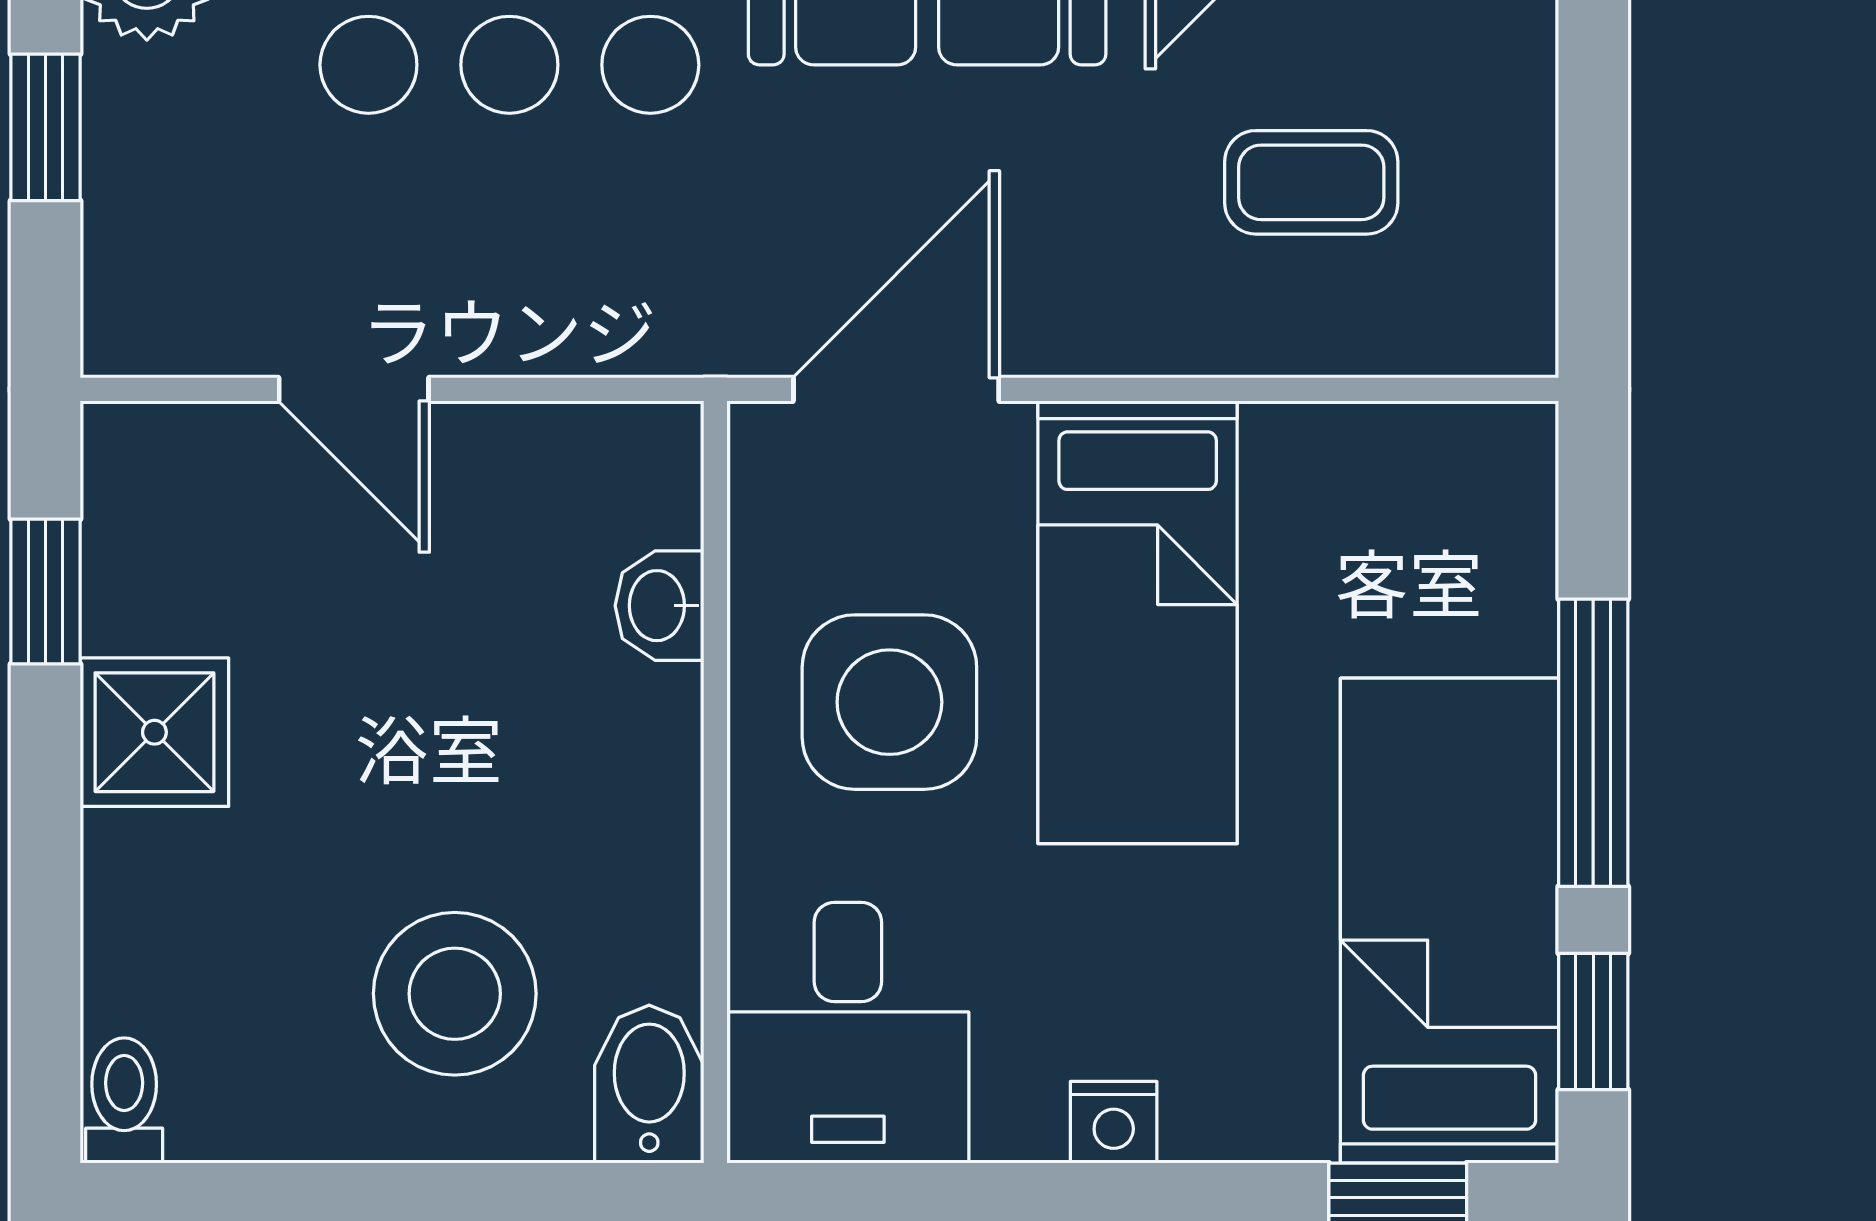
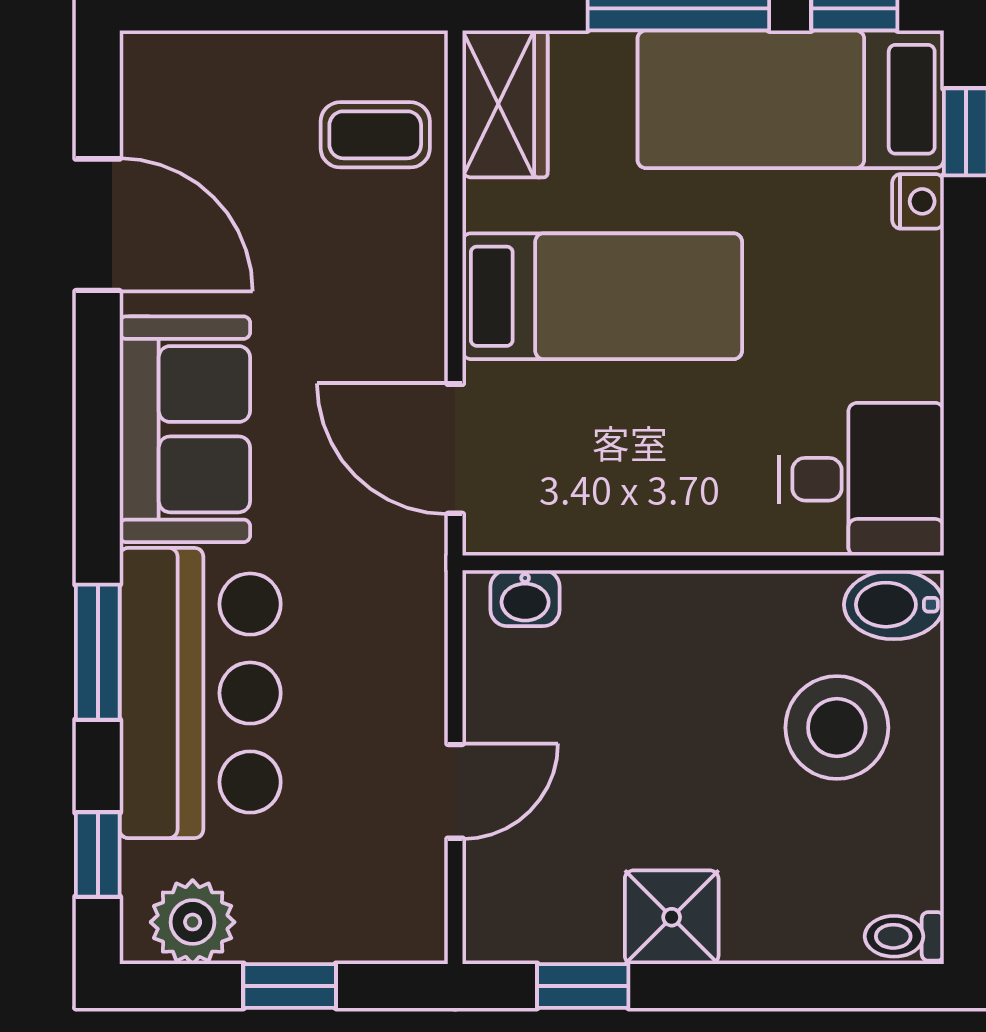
coffee table: (1311, 182) -> (375, 135), moved, turned 90
wardrobe: (1442, 468) -> (505, 104), added
washbasin: (660, 606) -> (525, 598), moved
side table: (889, 702) -> (653, 453), removed
nightstand: (1114, 1122) -> (918, 201), moved

